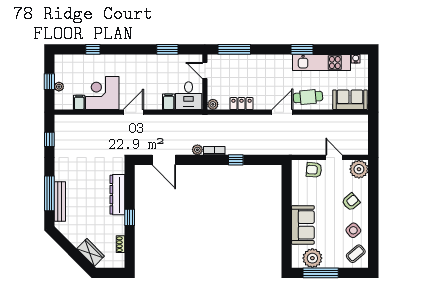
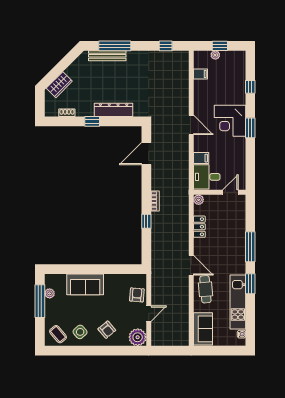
window: (167, 49) -> (250, 128), moved
window: (234, 49) -> (250, 247), moved
corner desk: (102, 93) -> (230, 121), moved, turned 180
plant: (197, 150) -> (156, 185), removed
plant: (312, 258) -> (50, 293), width x0.53, depth x0.53

